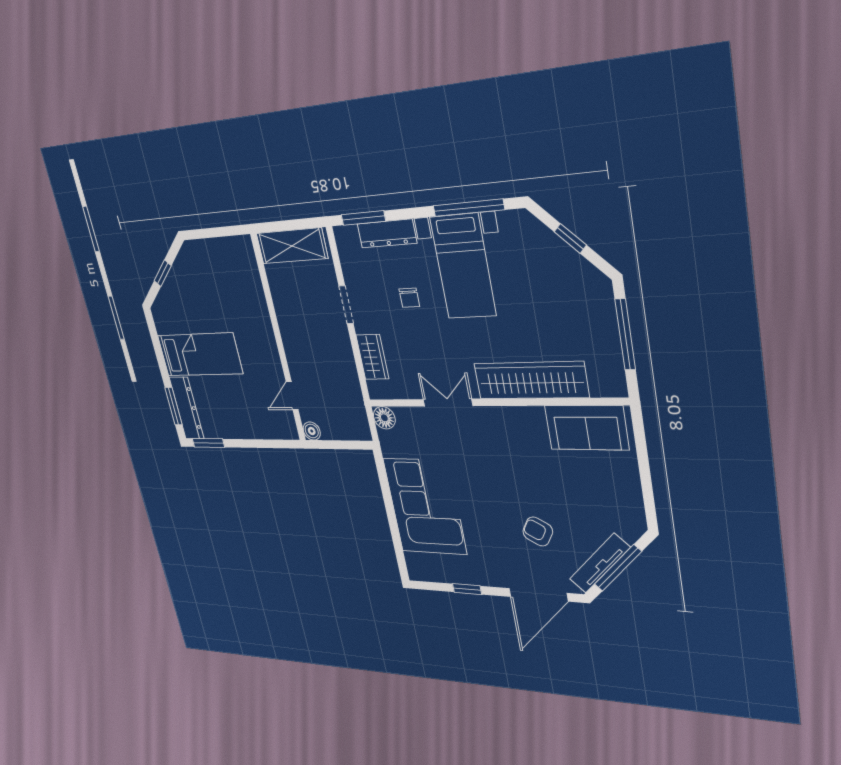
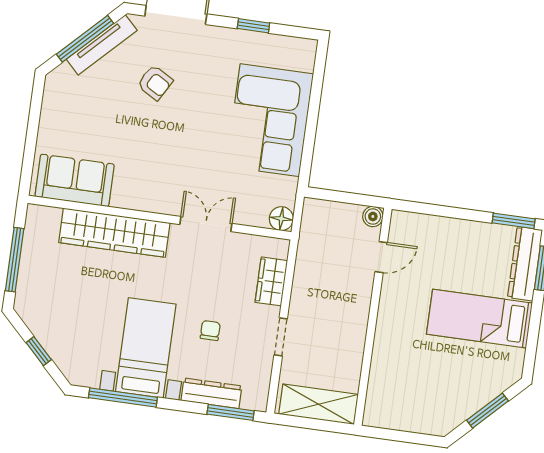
window: (163, 273) -> (488, 411), width x1.50
double door: (448, 403) -> (206, 224), swing flipped

